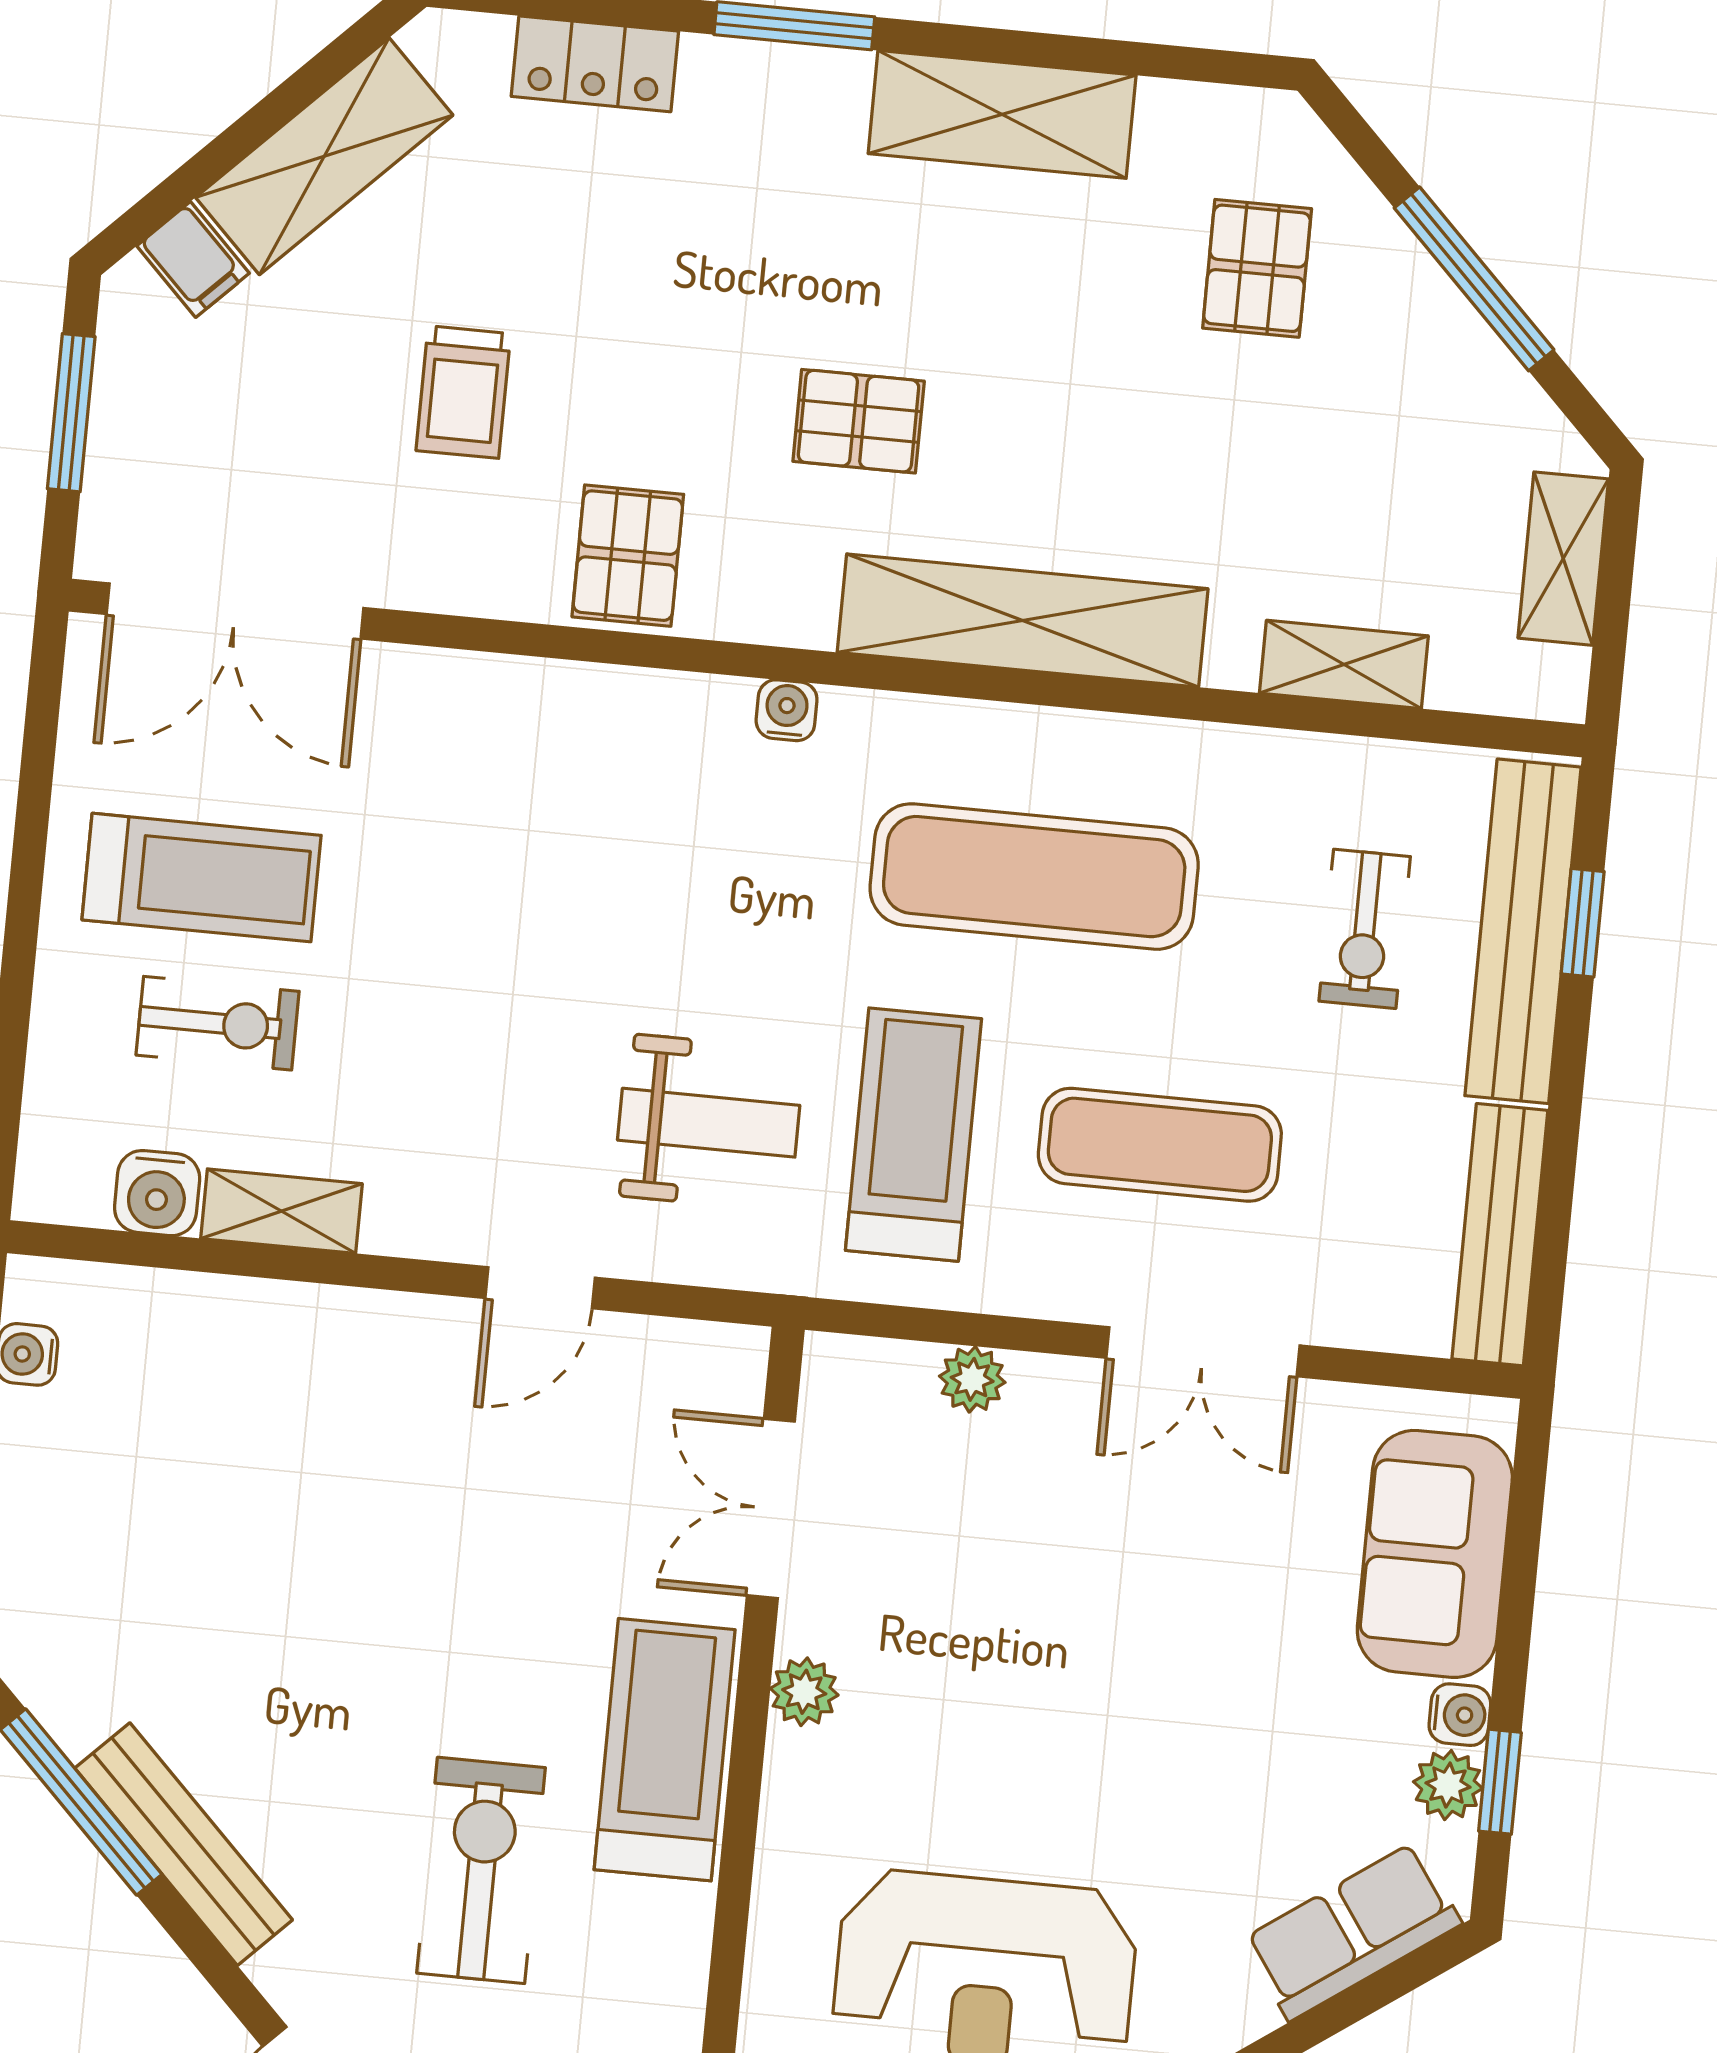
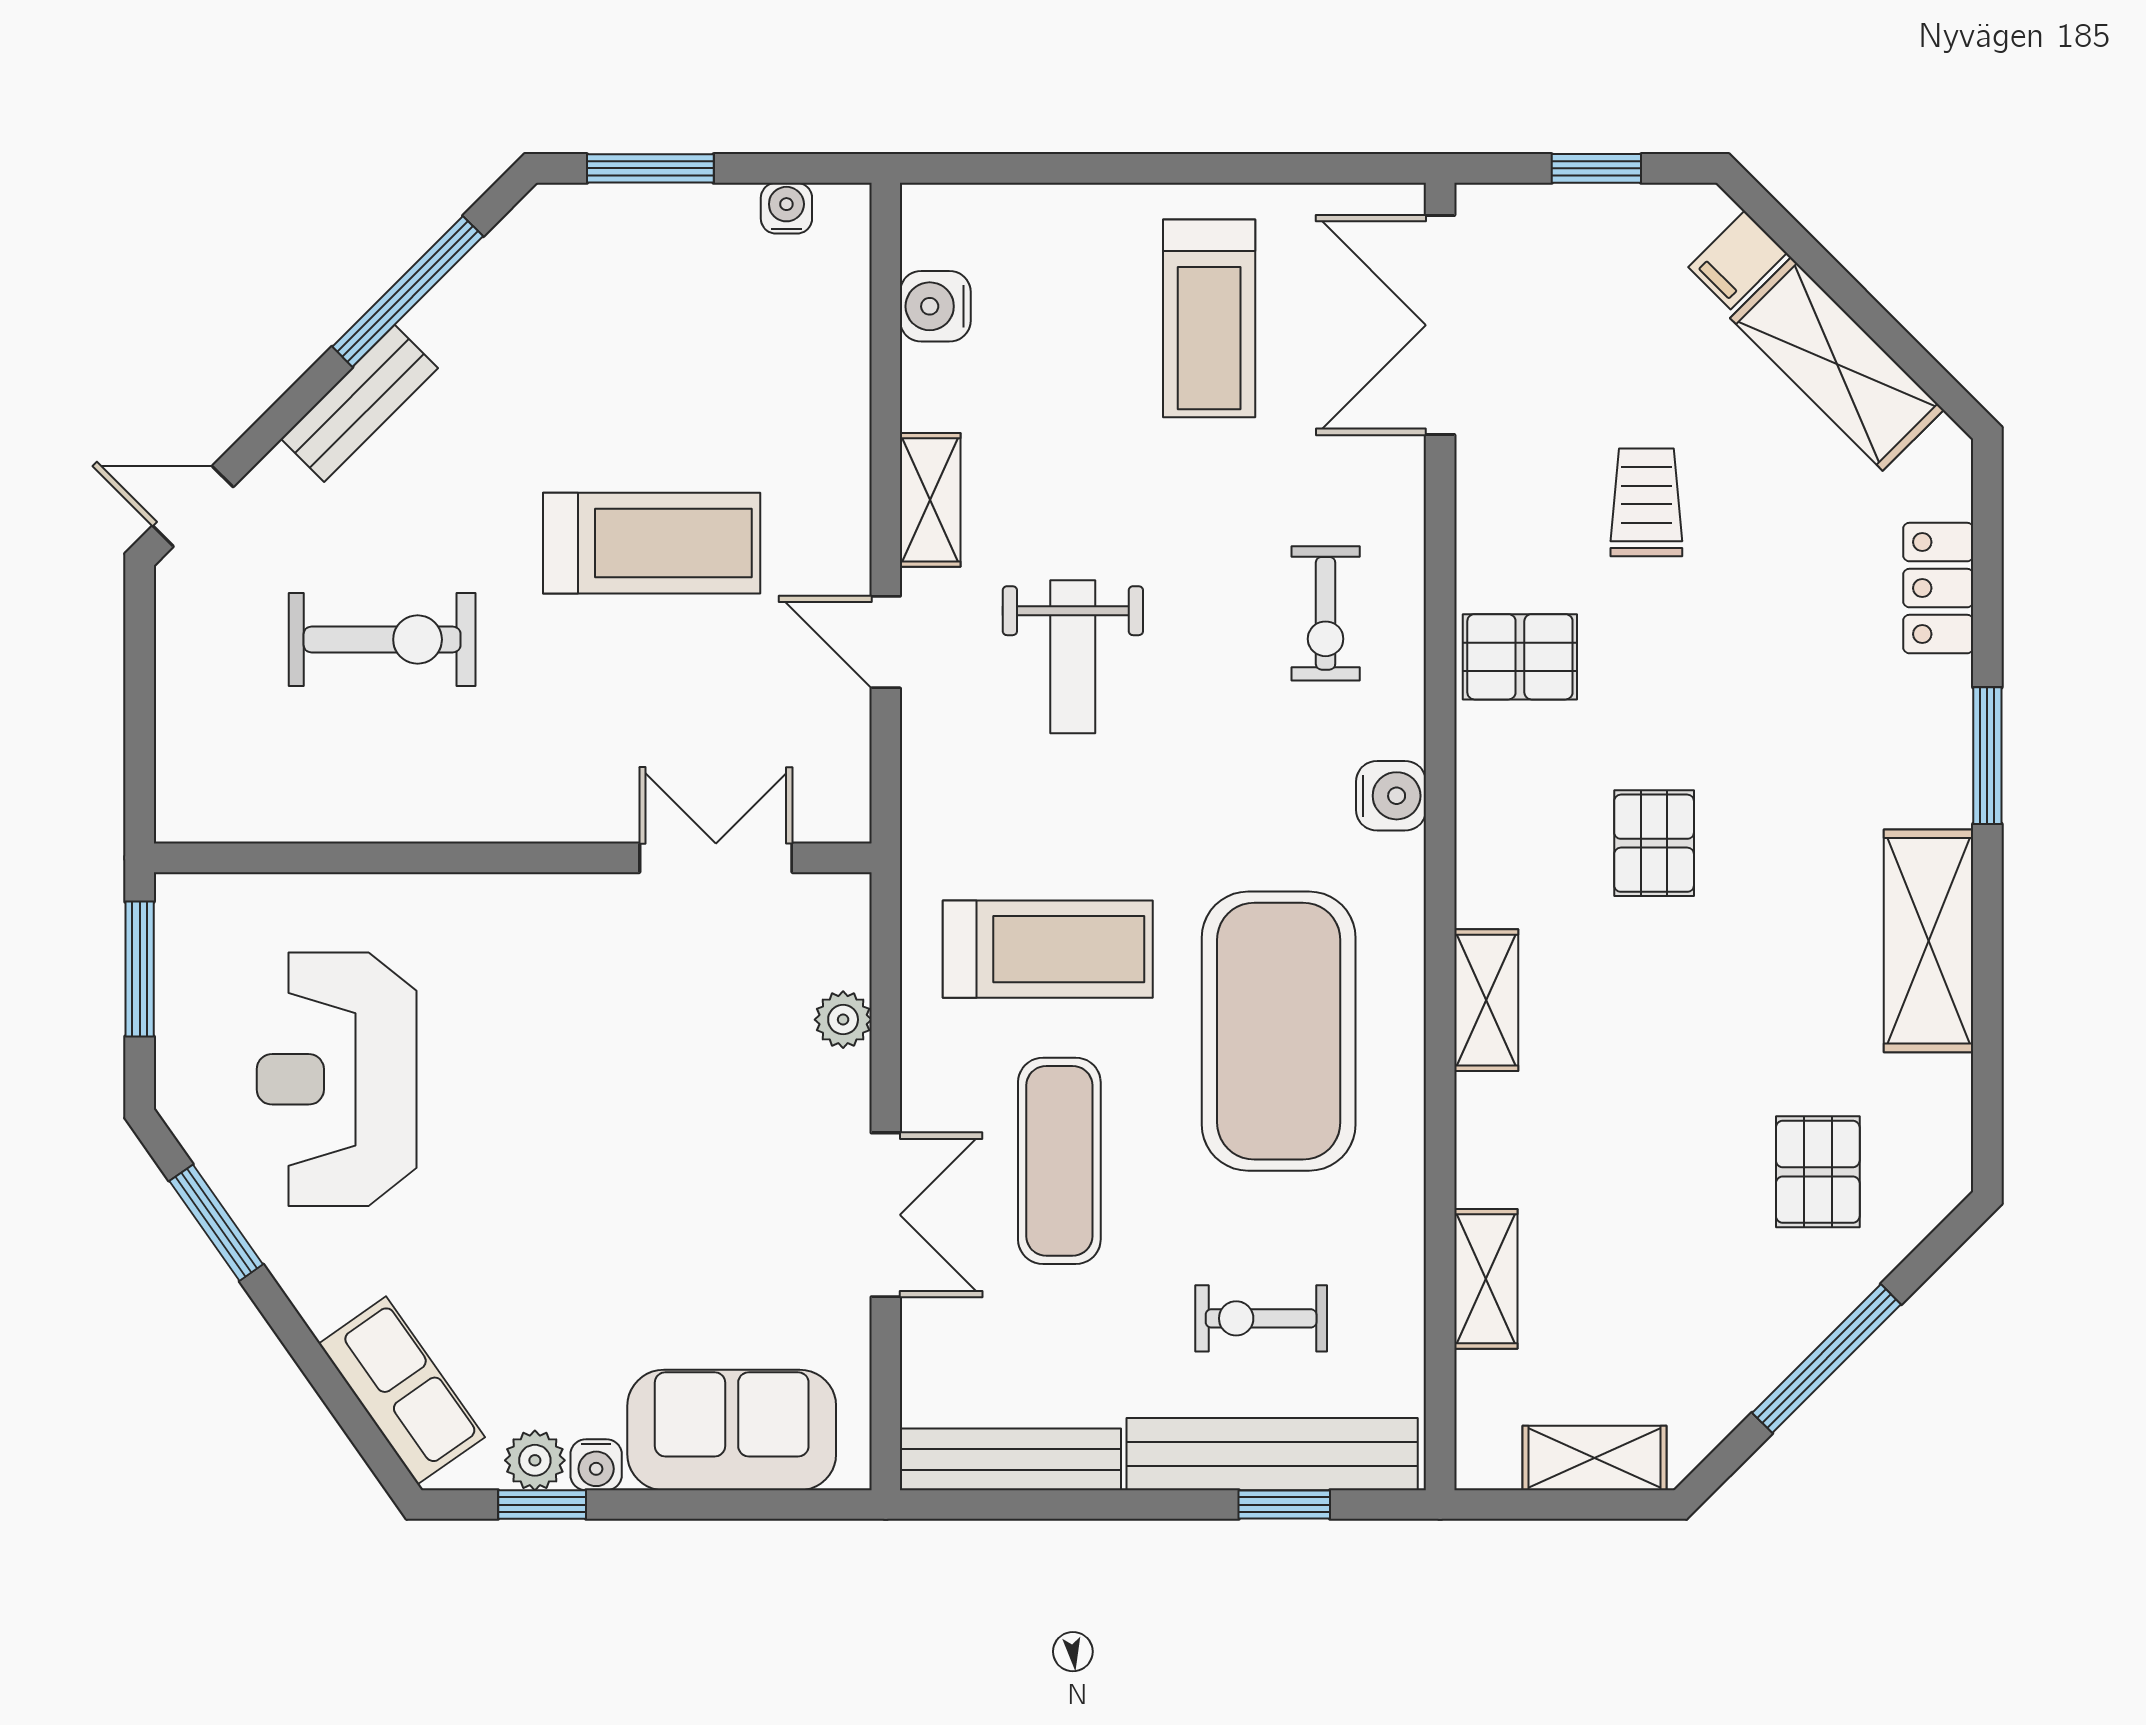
pallet: (1257, 268) -> (1818, 1172), turned 90
trolley: (463, 392) -> (1646, 502), turned 90
window: (71, 413) -> (1596, 168), width x0.67
shelving: (1023, 621) -> (1486, 1000), width x0.45, depth x0.75
water cooler: (787, 710) -> (1391, 796), width x1.38, depth x1.38
exercise mat: (1034, 877) -> (1279, 1031), width x1.47
exercise bike: (218, 1023) -> (1326, 613), moved
weight bench: (709, 1123) -> (1073, 657), moved
shelving: (281, 1211) -> (930, 500), moved
double door: (1203, 1352) -> (886, 1215), swing flipped
plant: (804, 1692) -> (562, 901), removed
treadmill: (665, 1750) -> (652, 543), moved
bench: (184, 1844) -> (359, 403), width x0.73

